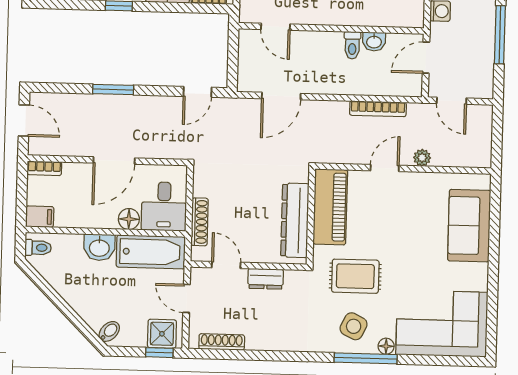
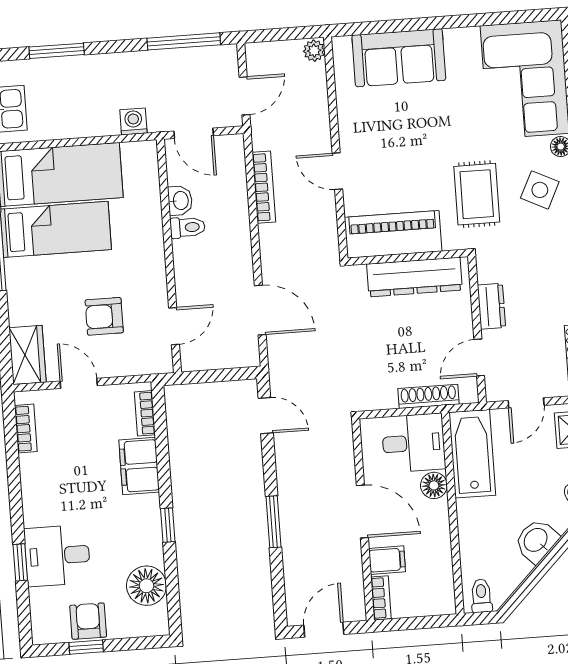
window: (500, 35) -> (184, 41), moved
plant: (422, 158) -> (314, 51), moved
filing cabinet: (40, 217) -> (387, 560), moved, turned 90
washbasin: (99, 247) -> (536, 541), moved, turned -135

